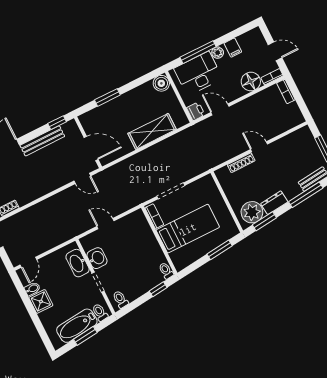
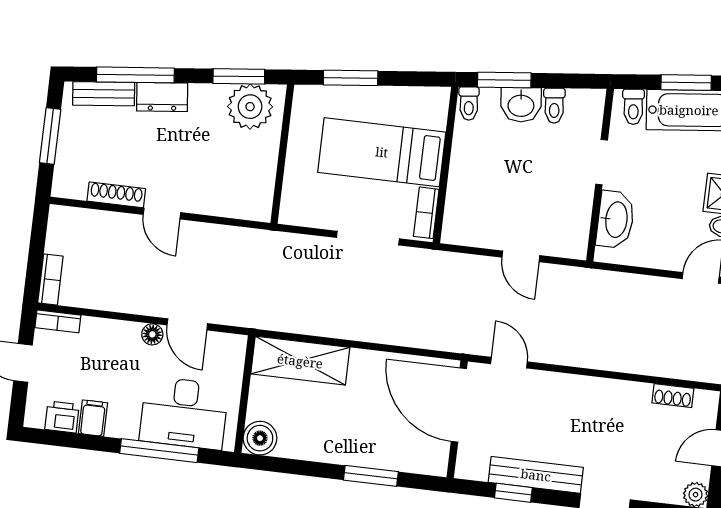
plant: (218, 53) -> (126, 427), removed
floor lamp: (251, 82) -> (152, 334), moved, width x0.53, depth x0.53
printer: (196, 111) -> (62, 417), moved, turned 90
window: (57, 123) -> (513, 493), moved
shelving: (152, 131) -> (300, 361), moved
door: (91, 148) -> (459, 405), width x1.36
shoe rack: (241, 163) -> (116, 195), moved
dresser: (274, 203) -> (162, 97), moved
washbasin: (97, 258) -> (521, 105), moved, turned -96
window: (158, 289) -> (504, 80), width x1.50
toilet: (120, 299) -> (554, 106), moved

